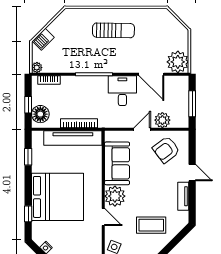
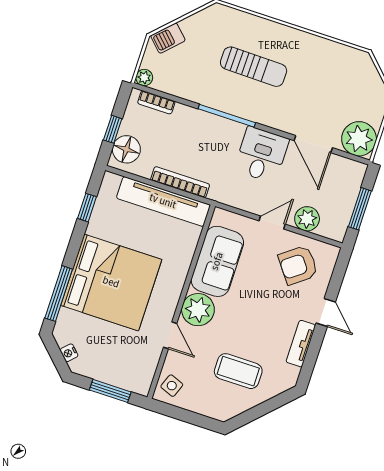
sun lounger: (113, 30) -> (254, 67), moved
window: (28, 214) -> (59, 294), width x2.17

